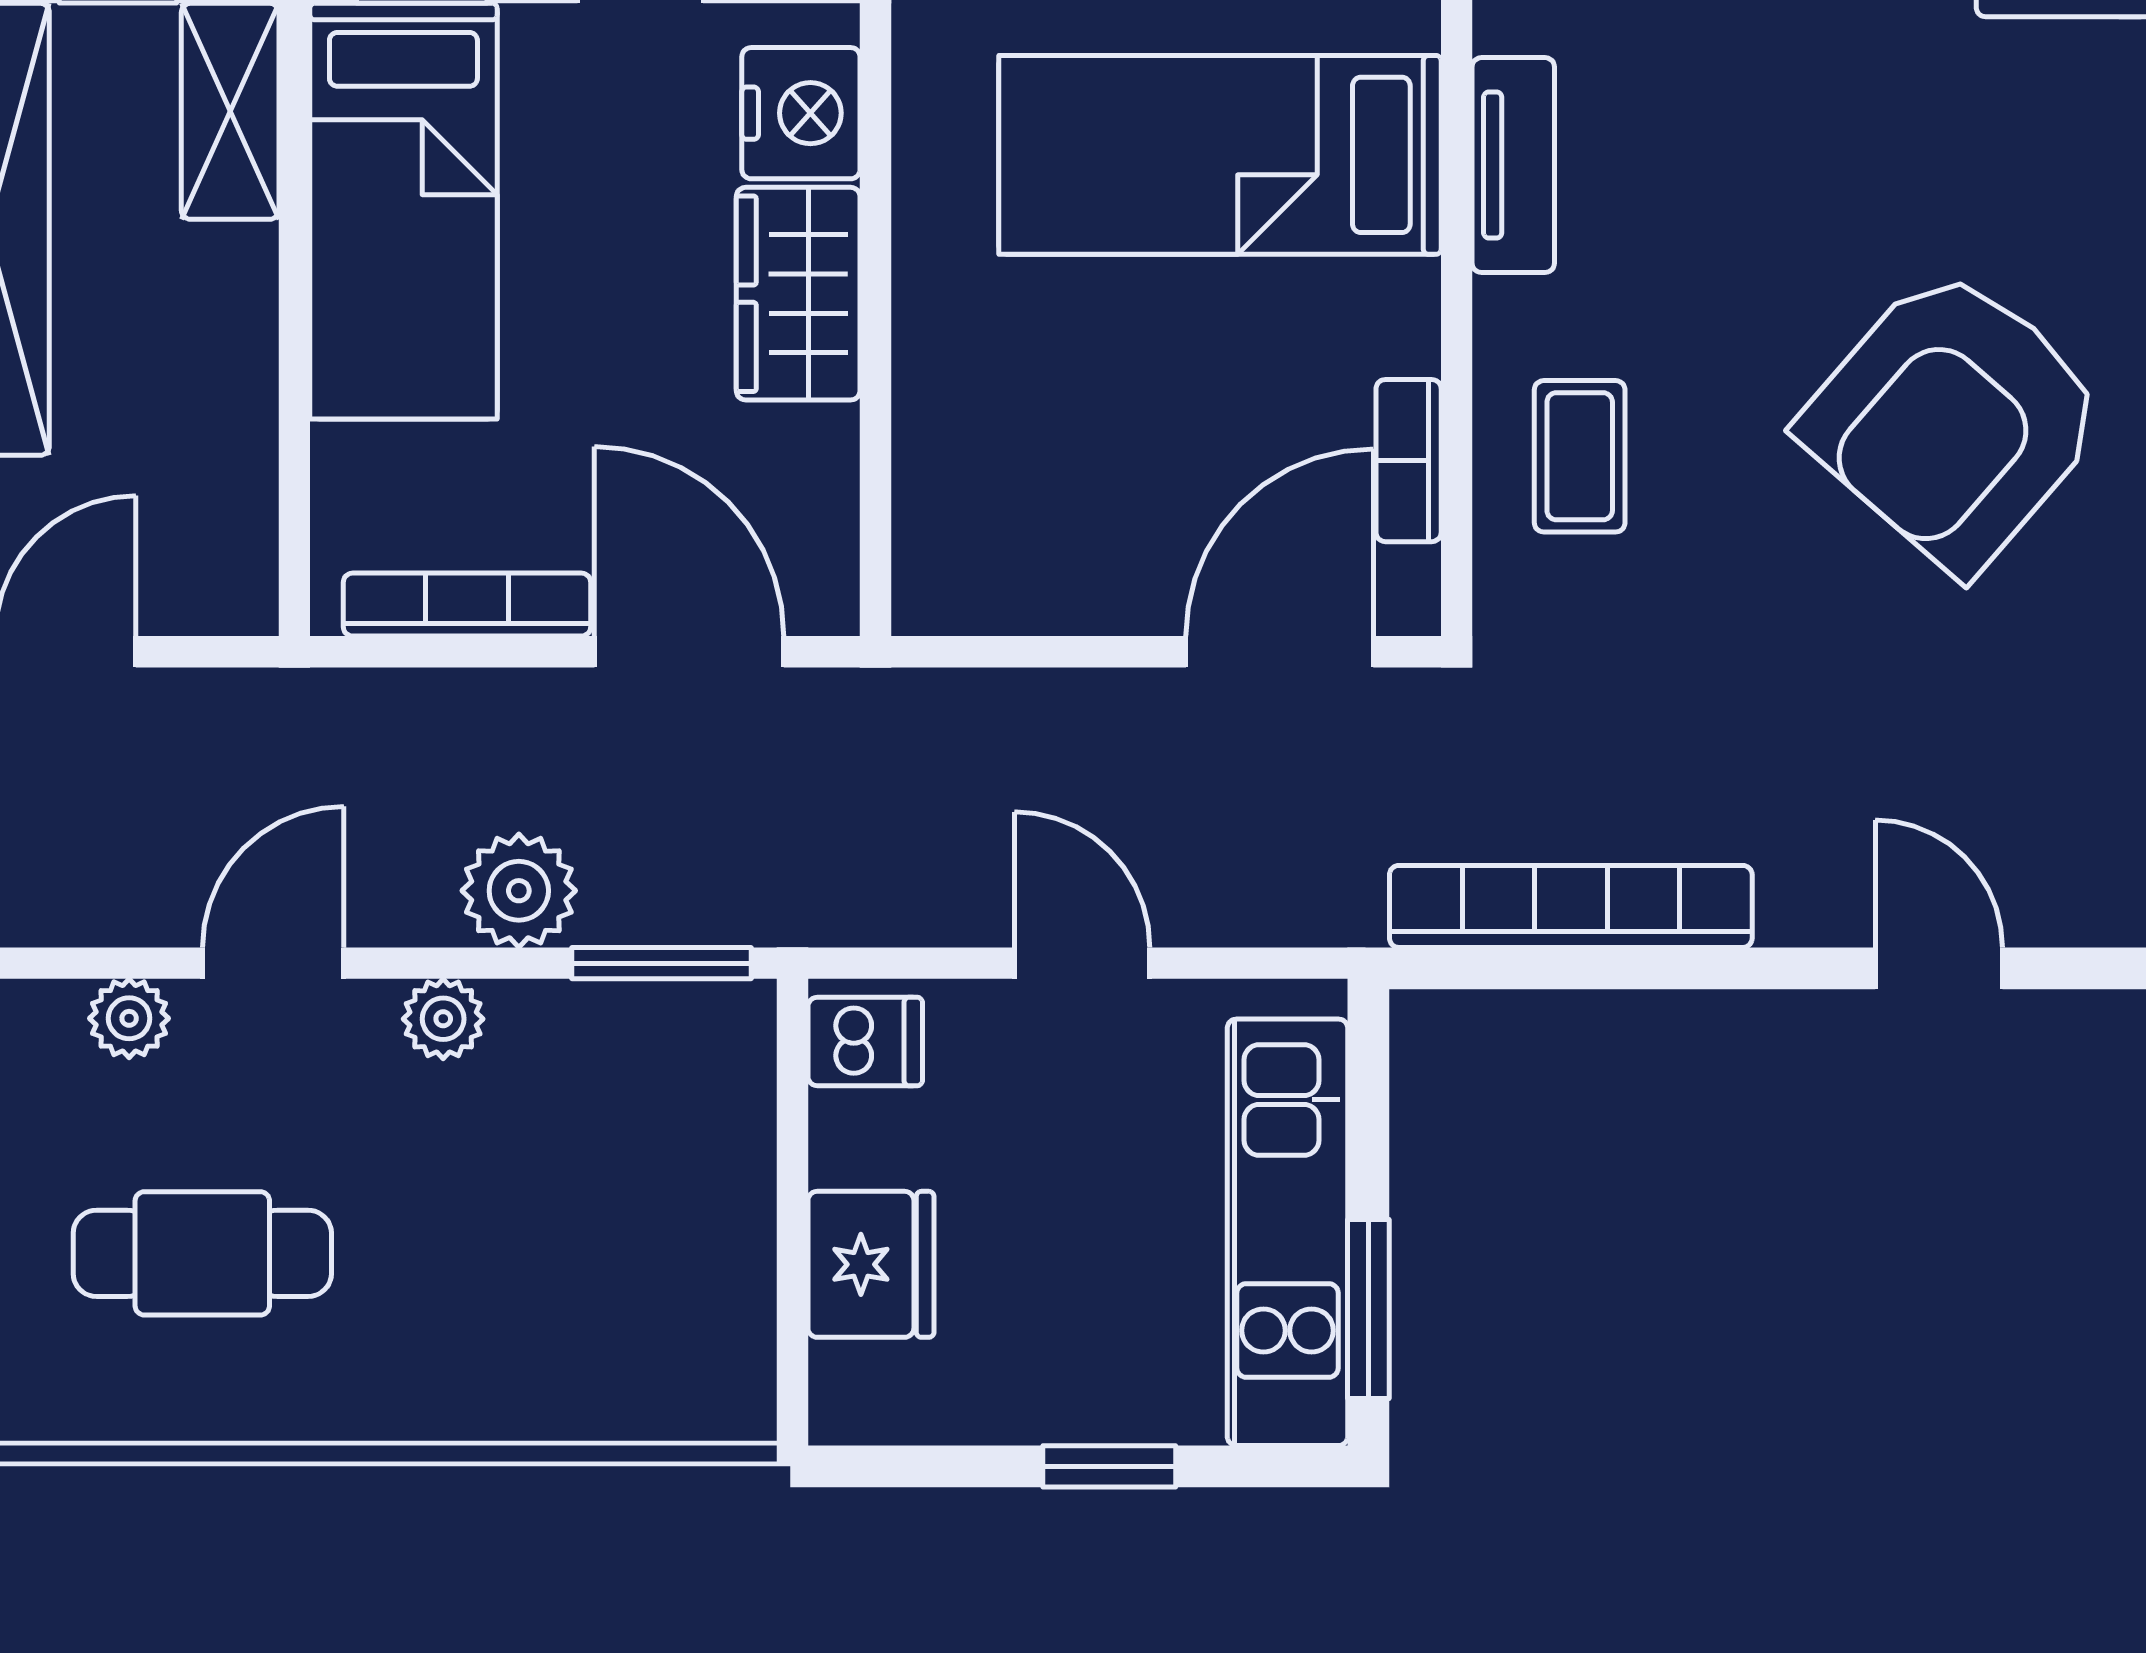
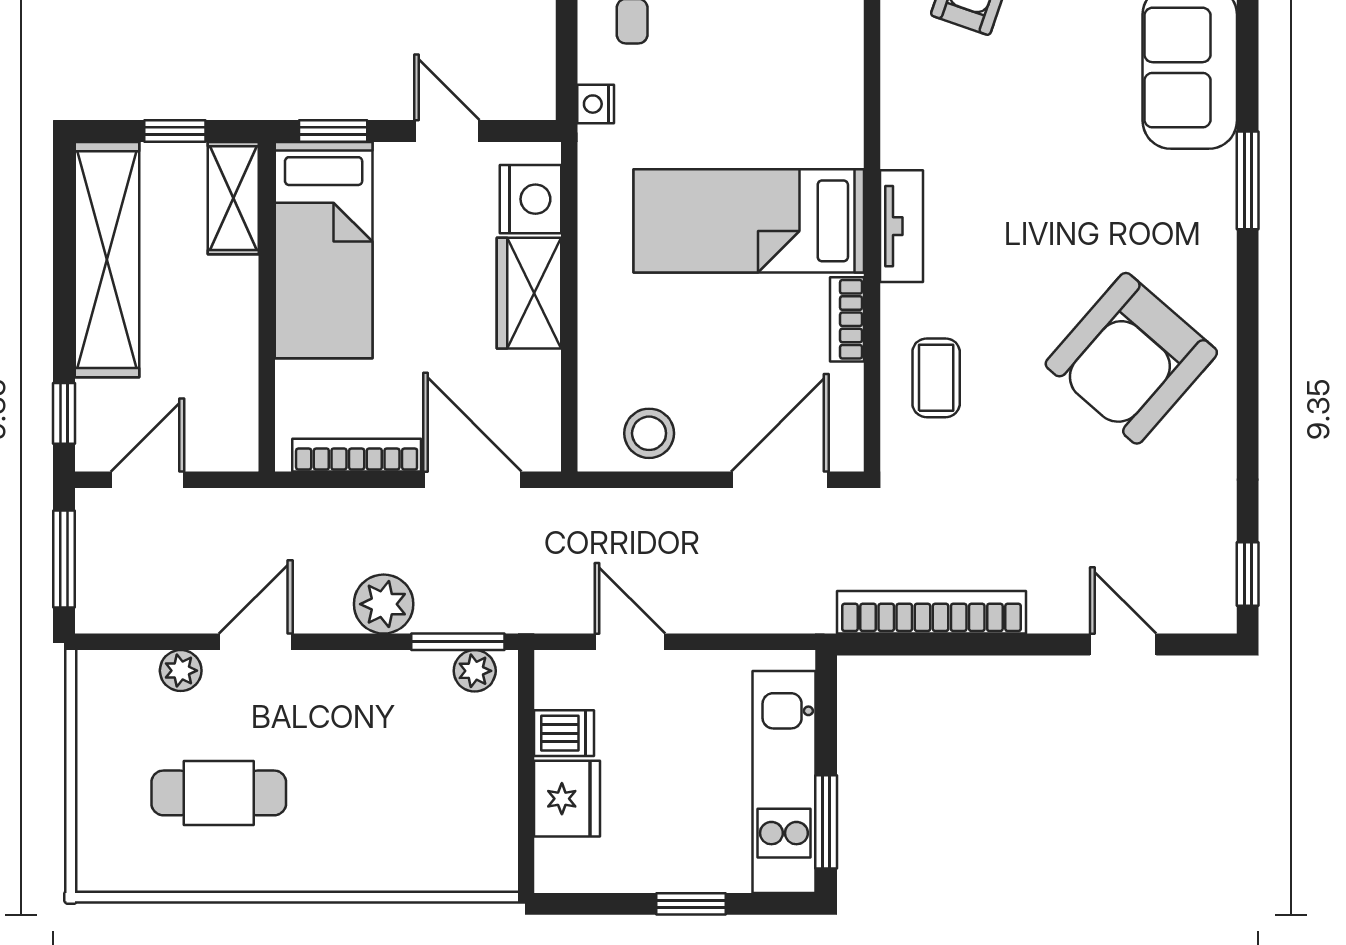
bookcase: (1409, 461) -> (847, 319), moved
stool: (1029, 563) -> (649, 433), added
door: (1082, 963) -> (630, 642), moved
plant: (443, 1019) -> (475, 671), moved
dishwasher: (865, 1041) -> (564, 733), moved

